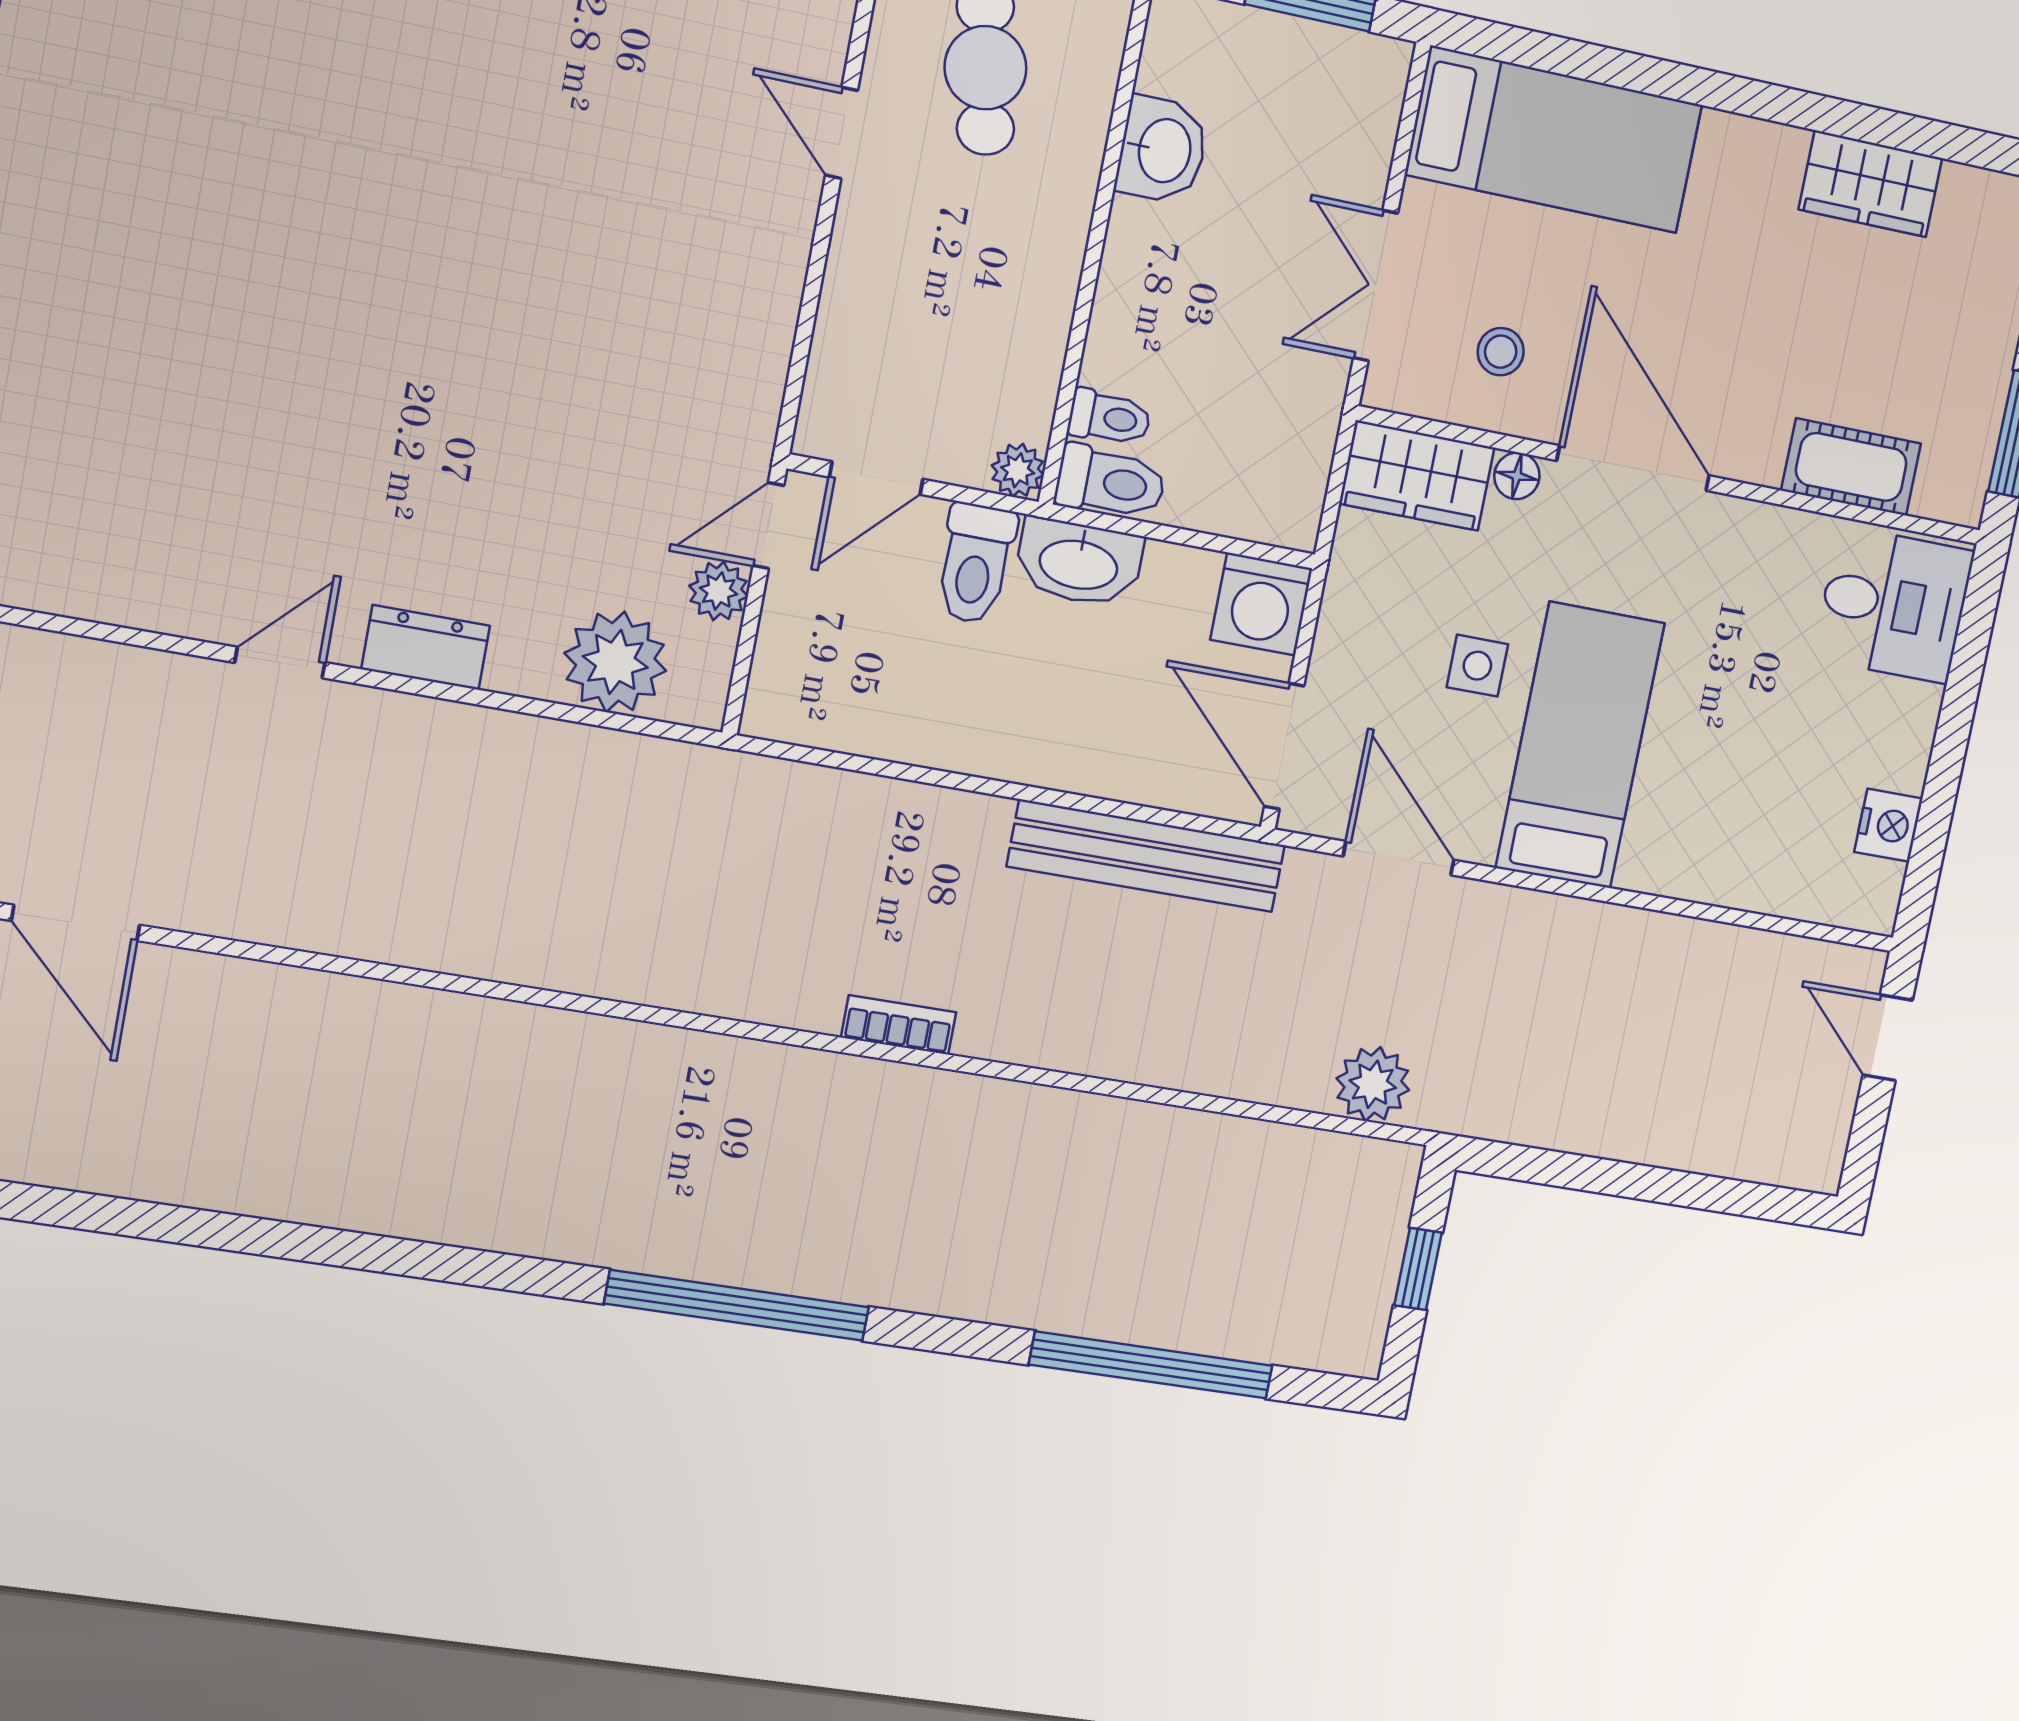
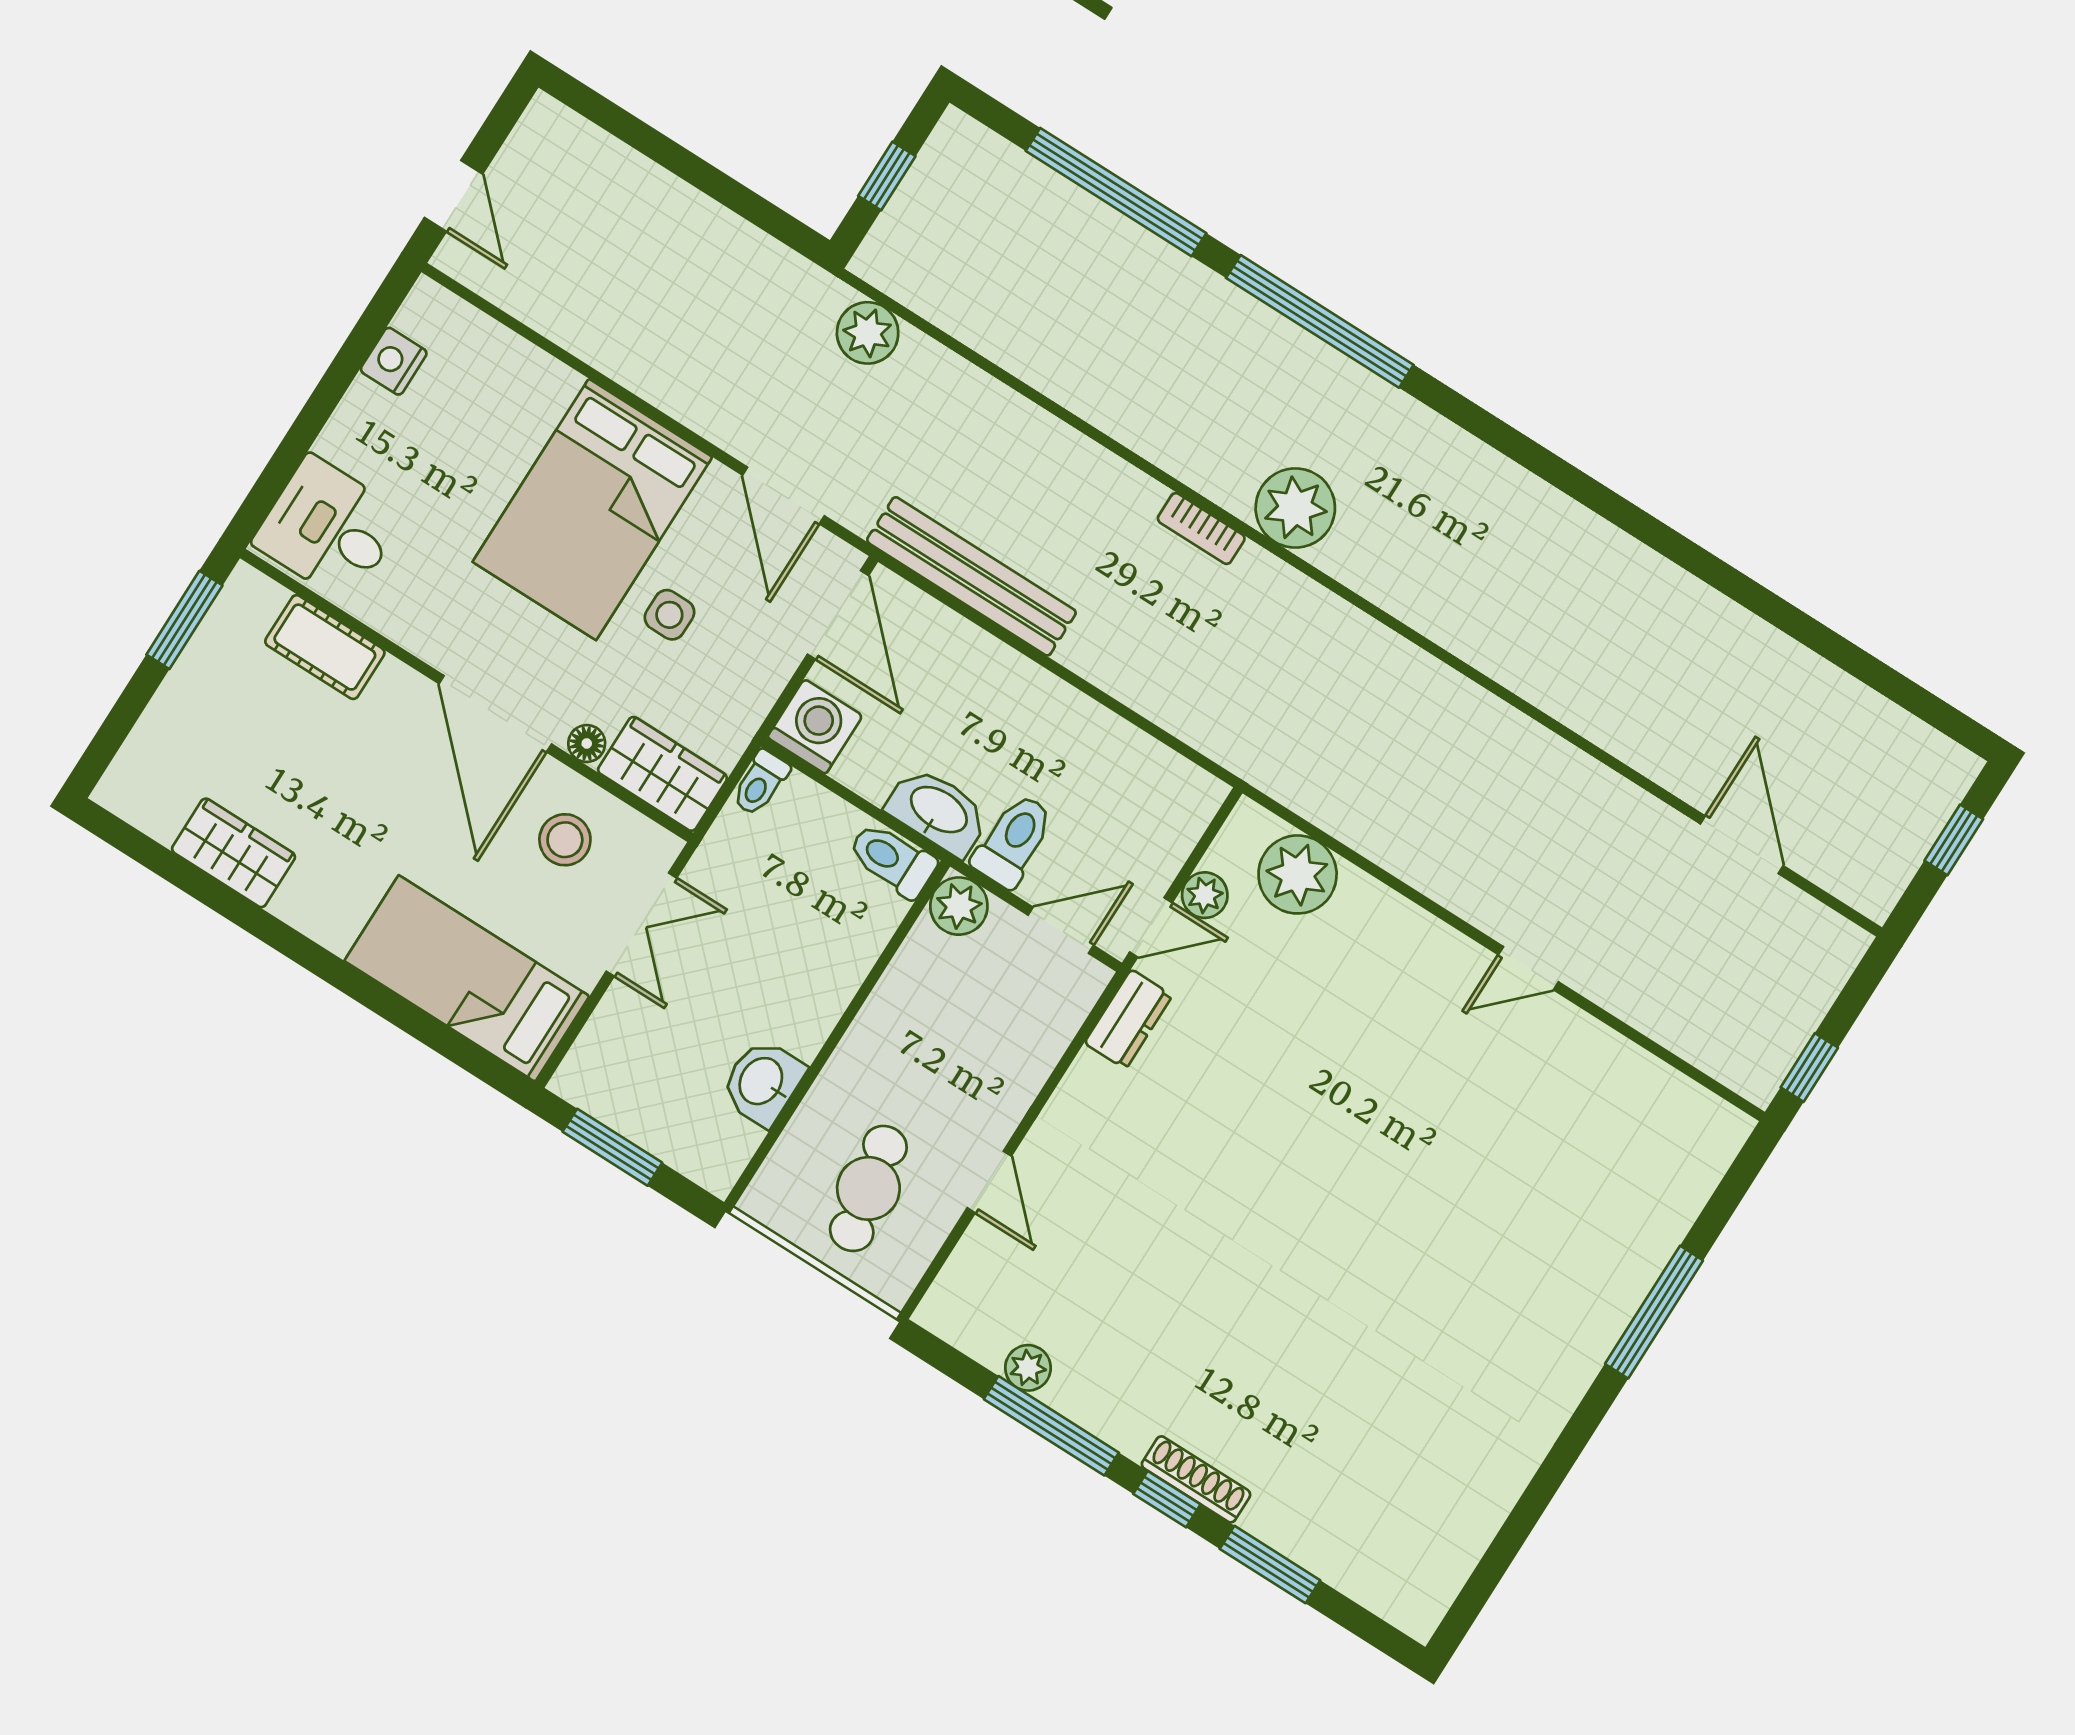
stool: (1501, 352) -> (565, 840), width x1.37, depth x1.37
toilet: (1110, 418) -> (760, 783), moved, turned -90
plant: (1018, 470) -> (959, 906), width x1.38, depth x1.38
dresser: (426, 647) -> (1128, 1019), moved, turned -90
bed: (1580, 746) -> (592, 509), width x1.50
plant: (797, 1096) -> (1295, 508), added
window: (737, 1305) -> (1320, 321), moved

